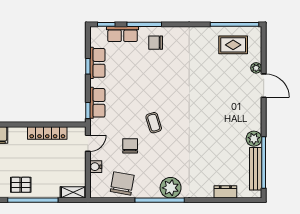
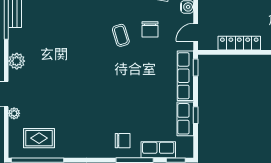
row of seats: (97, 103) -> (185, 76), width x1.48
coffee table: (154, 123) -> (121, 35), moved
plant: (254, 139) -> (17, 61), moved

